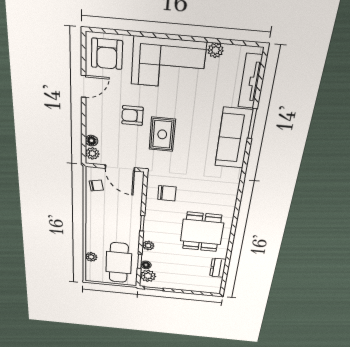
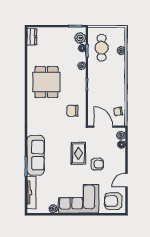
armchair: (107, 54) -> (113, 201), turned -90
cafe table: (119, 263) -> (102, 48), width x0.73, depth x0.74
dresser: (218, 268) -> (32, 37), moved

